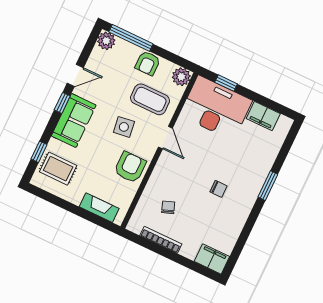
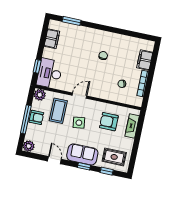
window: (131, 38) -> (26, 119), moved
window: (62, 103) -> (84, 166), moved
desk: (216, 108) -> (50, 73), width x0.73, depth x0.77
armchair: (130, 167) -> (109, 122), moved
rug: (58, 169) -> (114, 157), turned 90
window: (268, 186) -> (71, 21), moved
filing cabinet: (212, 259) -> (145, 60), moved

